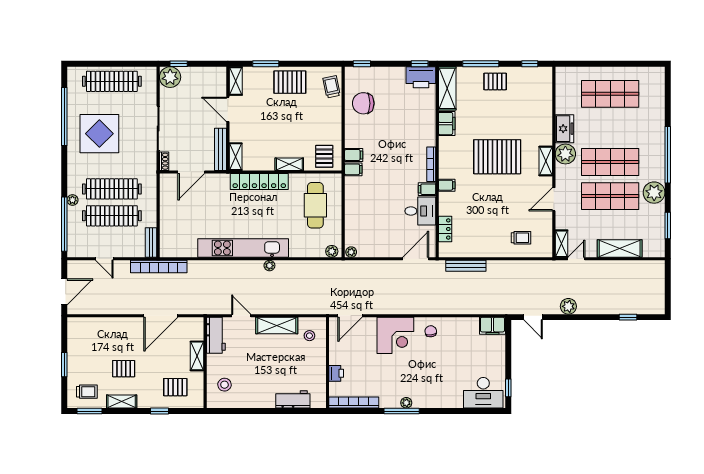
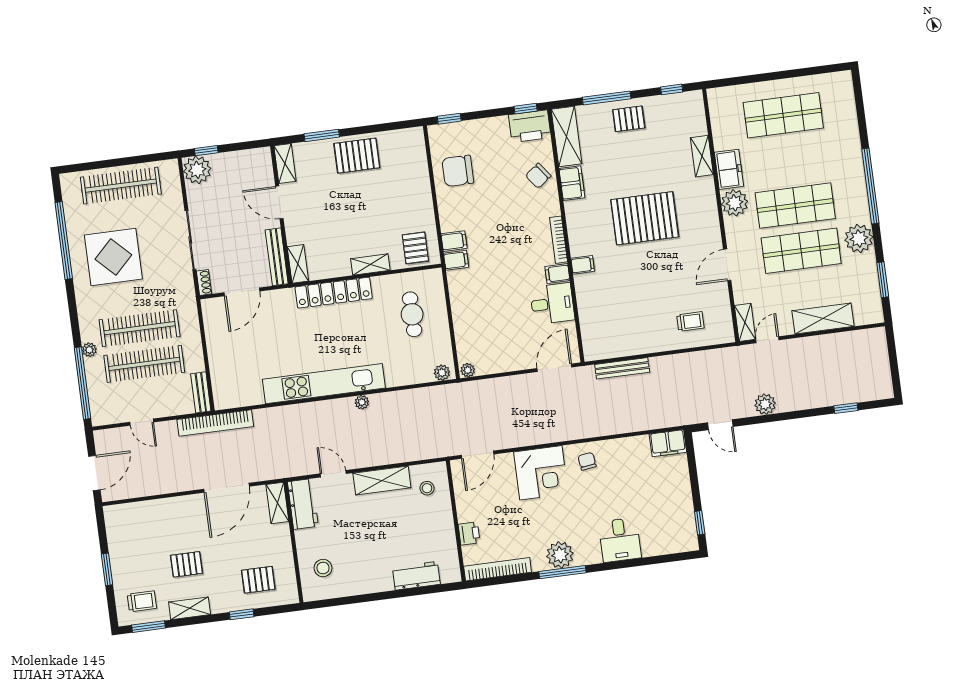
trolley: (332, 87) -> (413, 154), removed
chair: (422, 115) -> (538, 176), added
shelving: (546, 161) -> (702, 156), moved
cafe table: (315, 205) -> (412, 314), width x0.73, depth x0.74
locker: (445, 229) -> (588, 323), removed
shelving: (197, 356) -> (277, 503), moved
desk: (483, 393) -> (620, 540), moved, width x0.73
plant: (406, 403) -> (560, 555), width x1.87, depth x1.87

